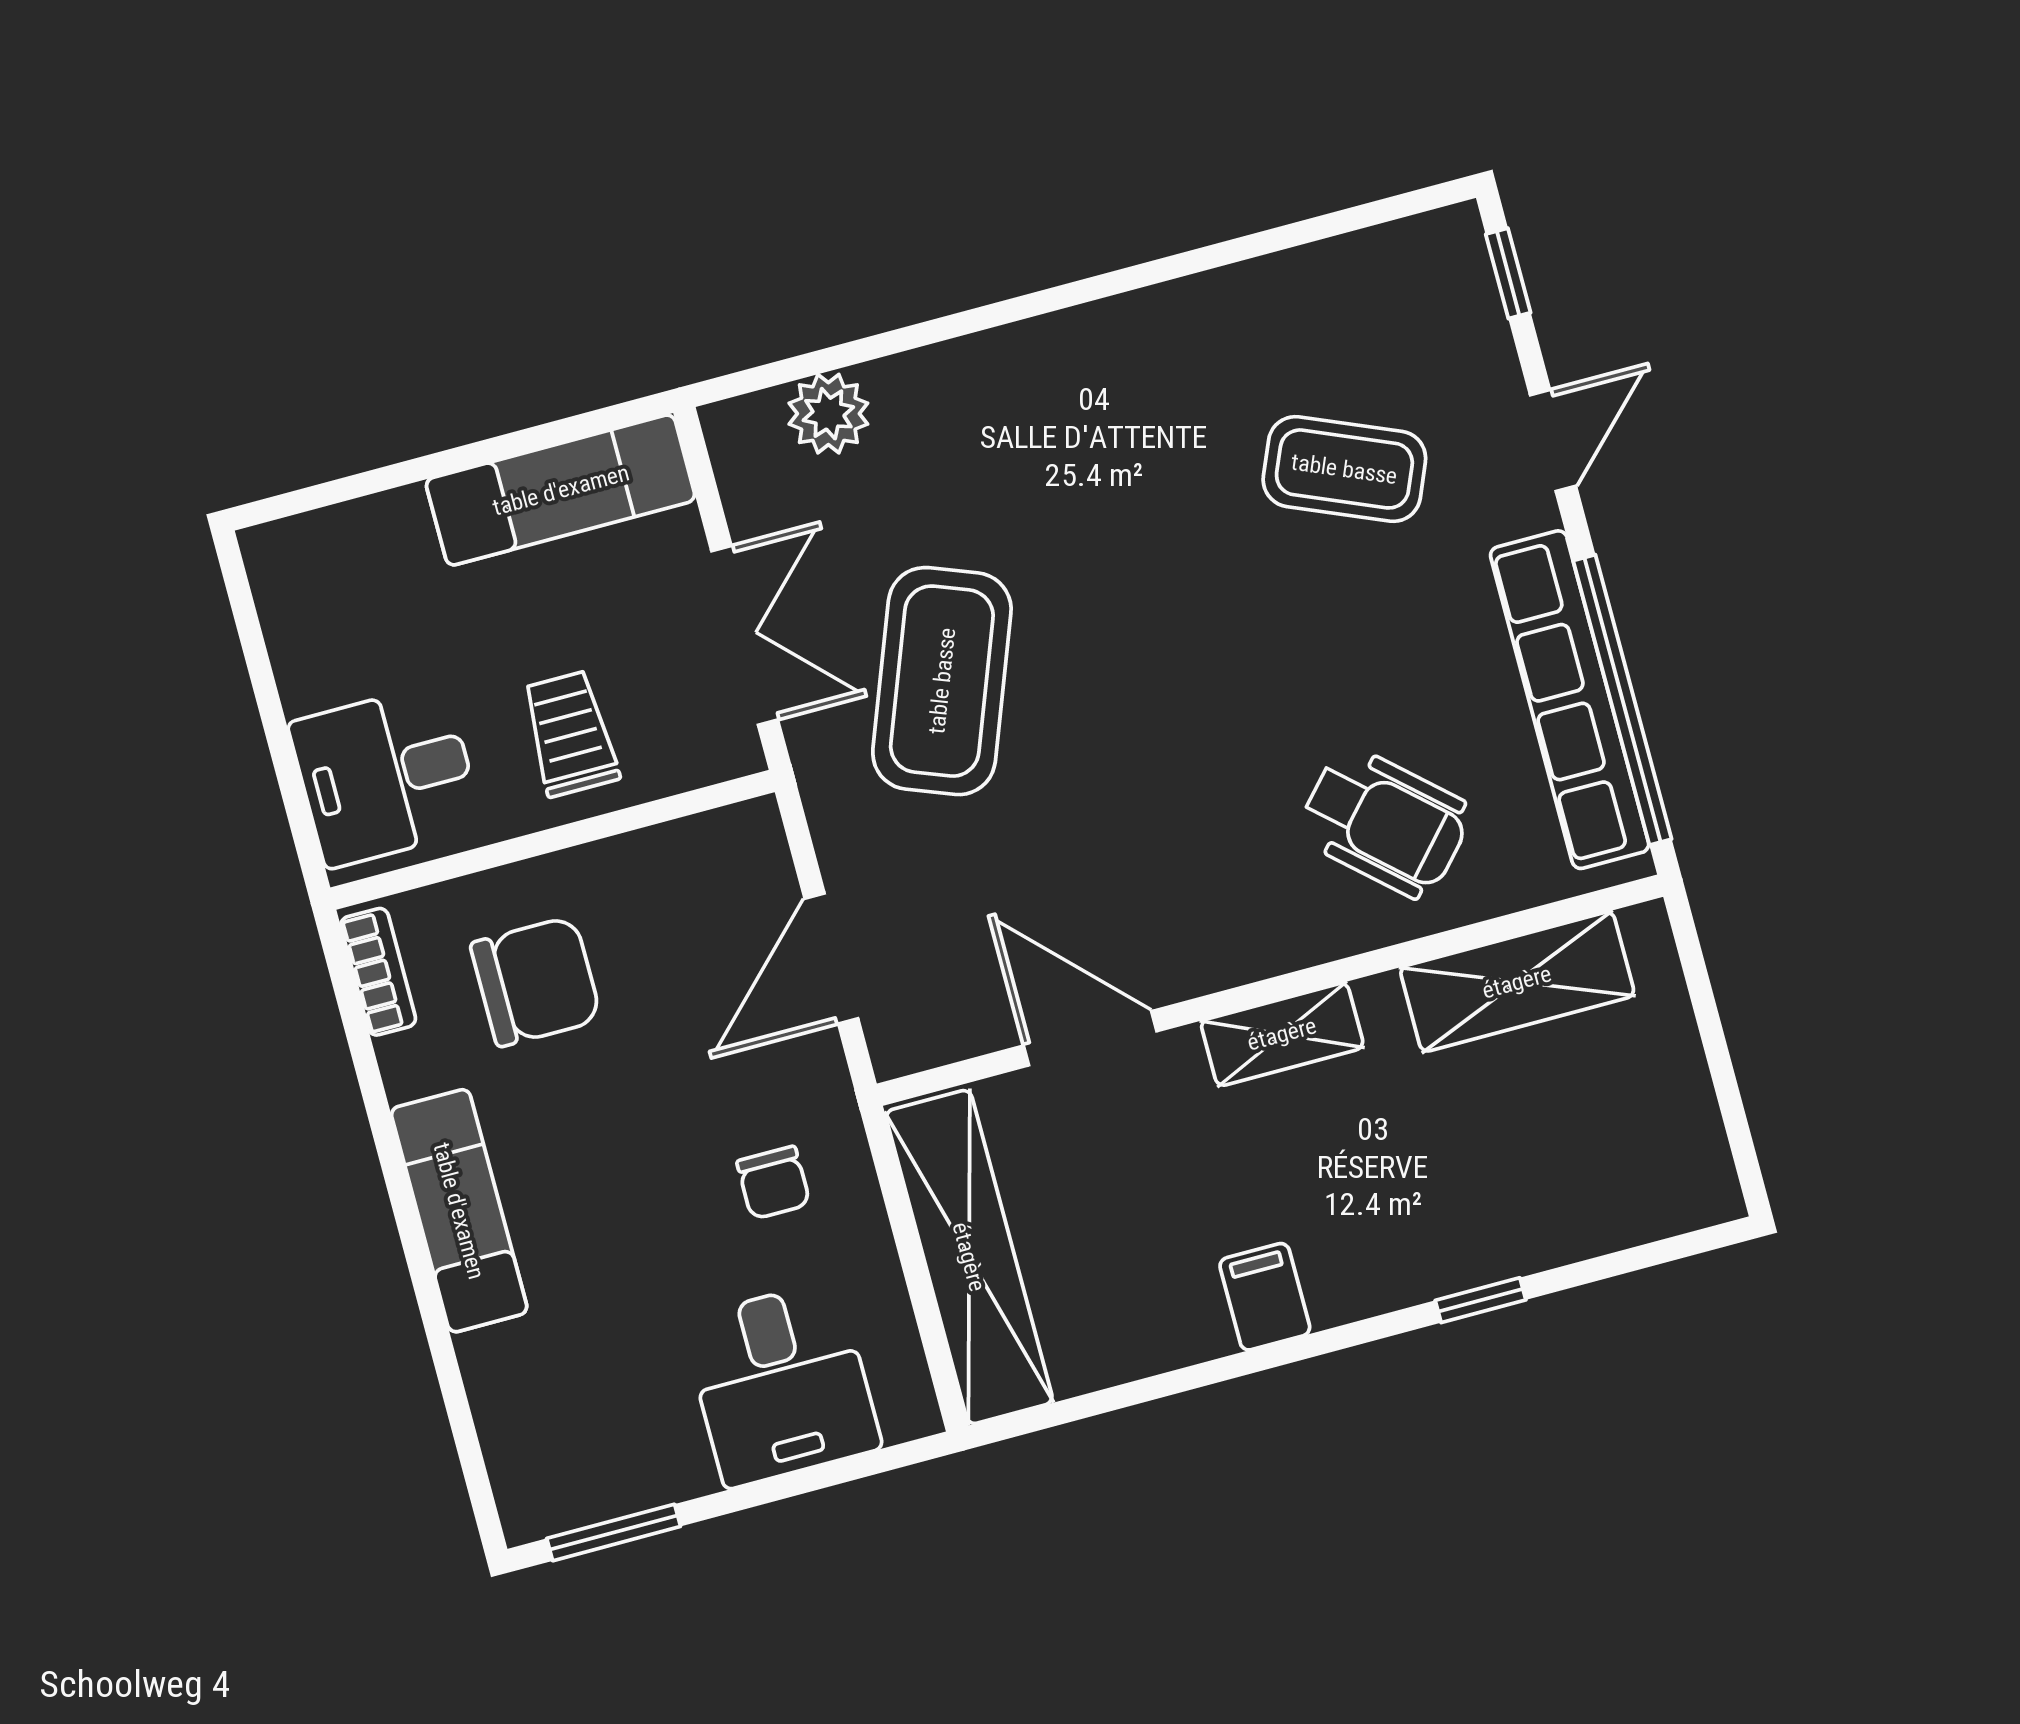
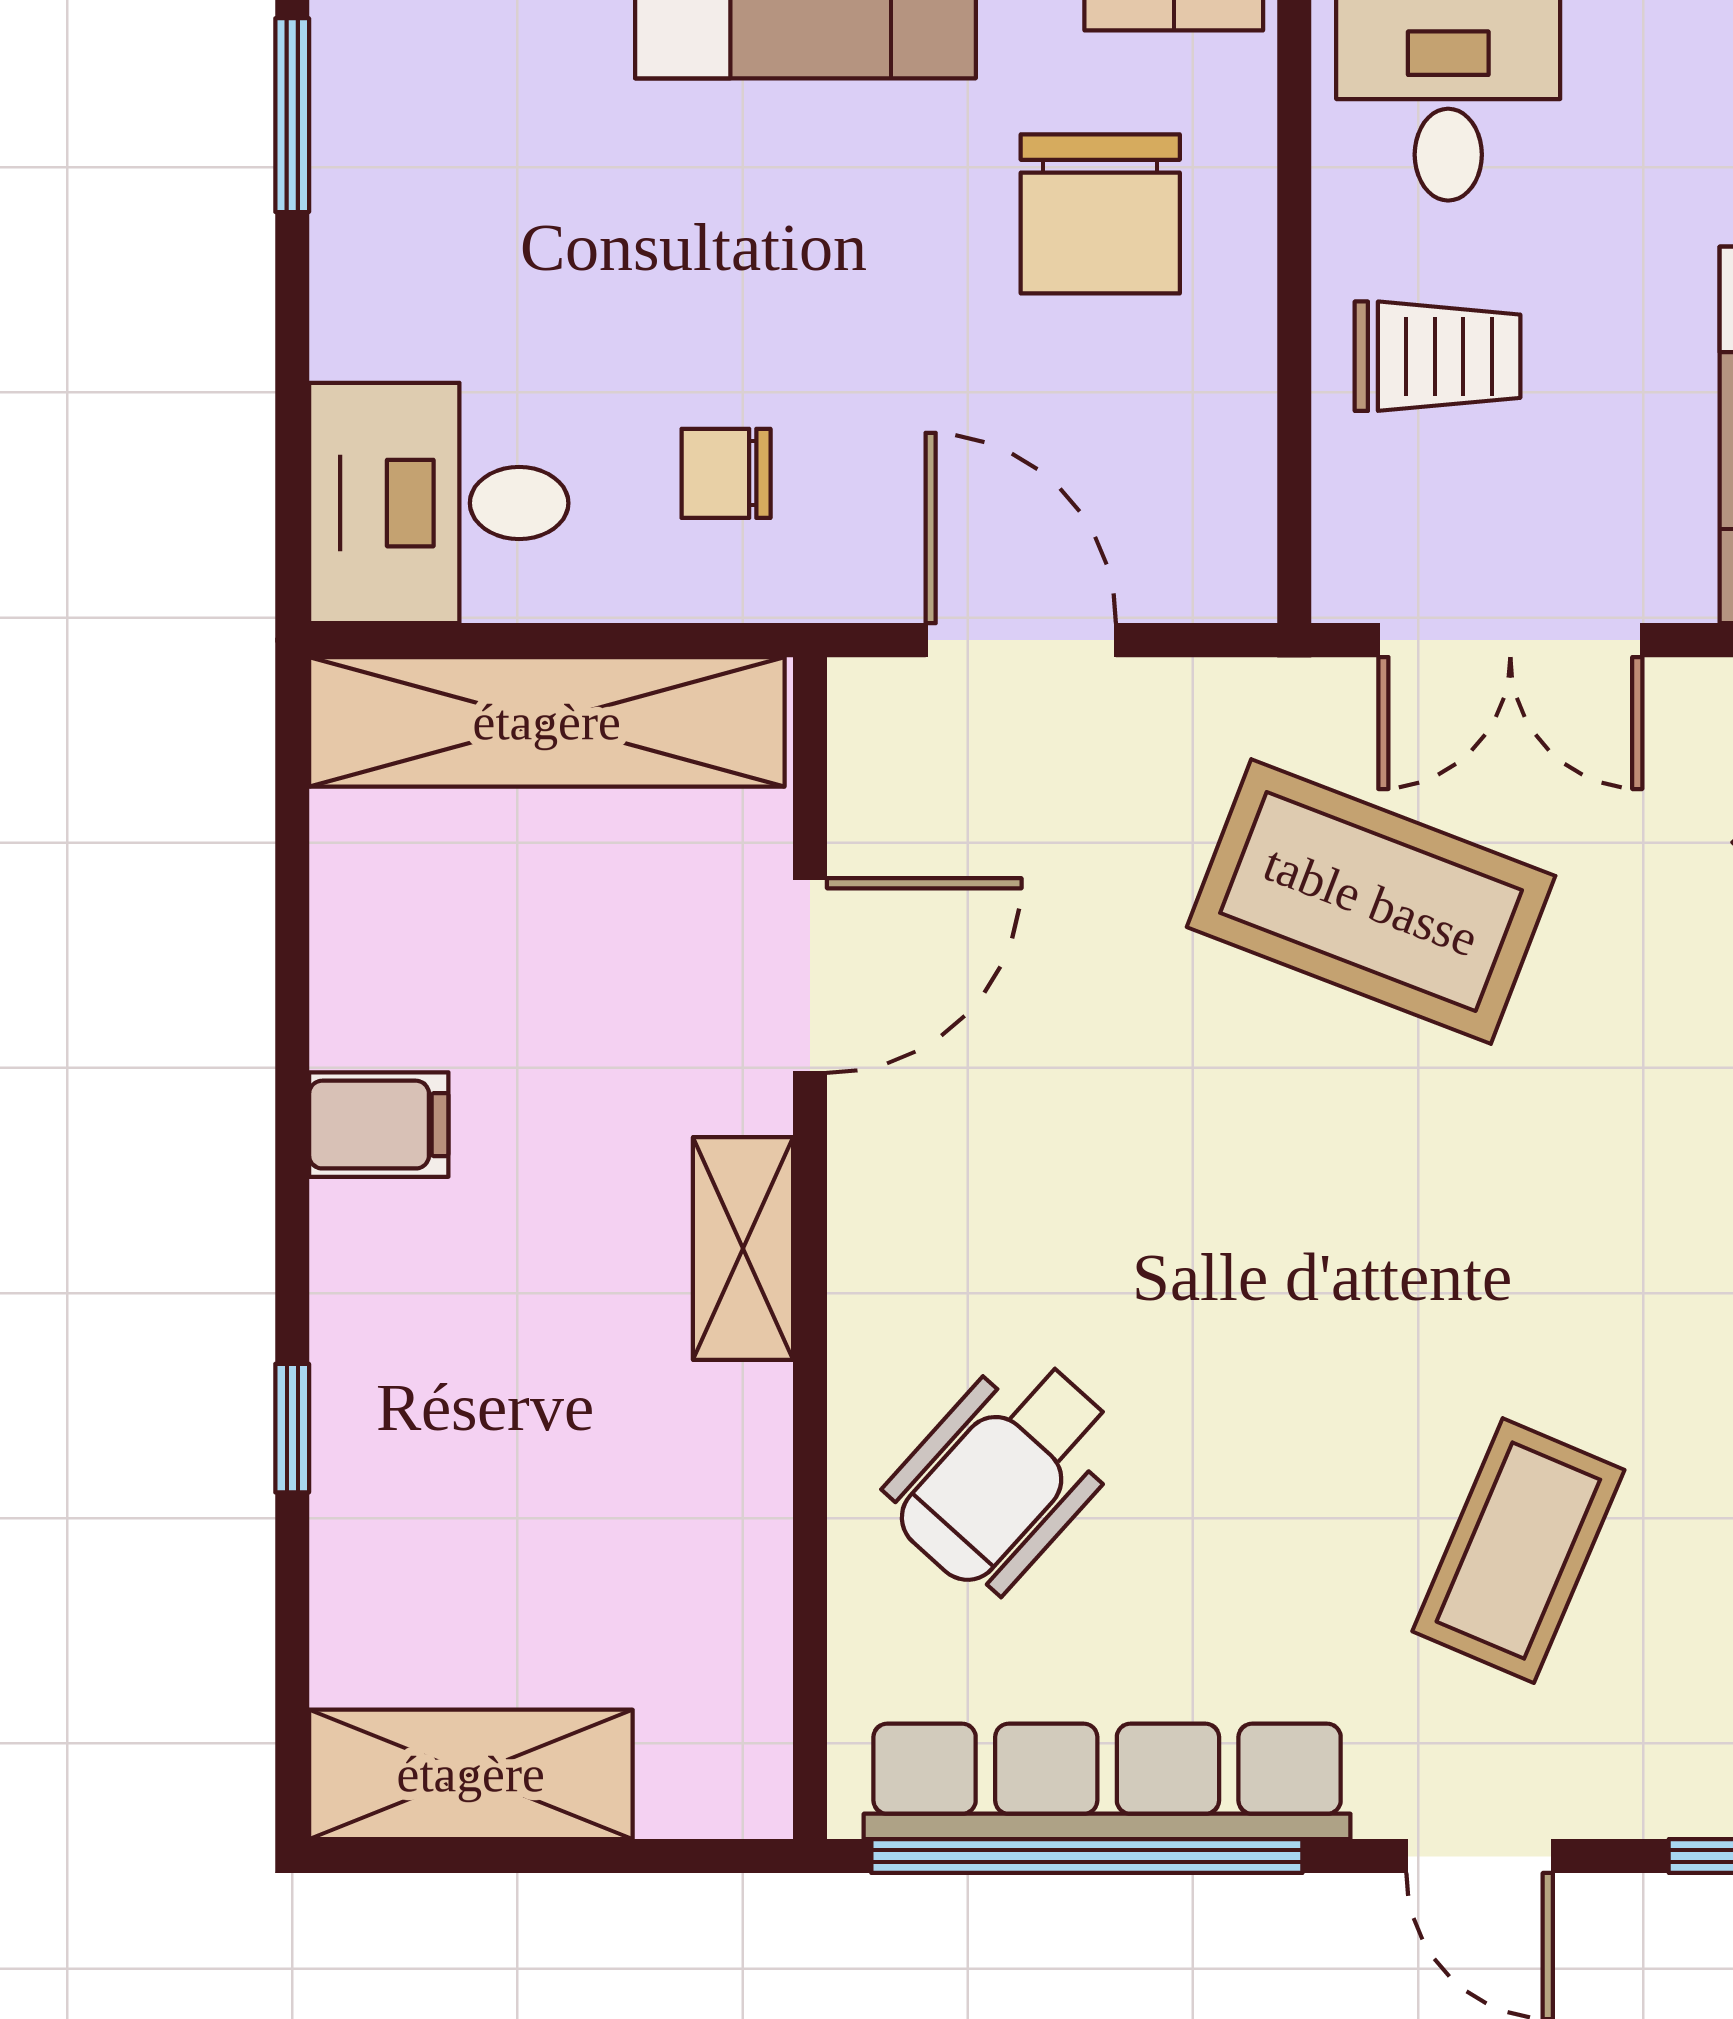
shelving: (1517, 982) -> (471, 1774), moved, turned 90
desk: (781, 1384) -> (439, 503), moved

